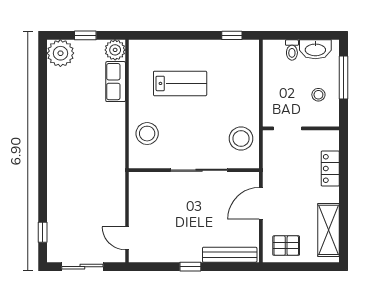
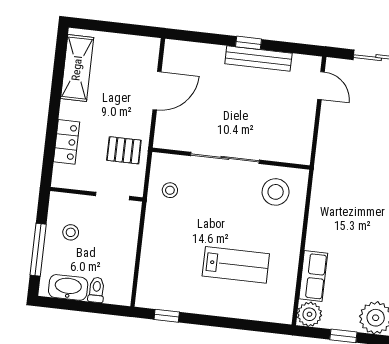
lab bench: (180, 83) -> (236, 265), turned 180
stool: (147, 134) -> (276, 192), moved
stool: (241, 139) -> (170, 190), width x0.53, depth x0.53
door: (261, 203) -> (157, 91), moved
pallet: (286, 246) -> (124, 150), moved
bench: (230, 255) -> (258, 59), moved

